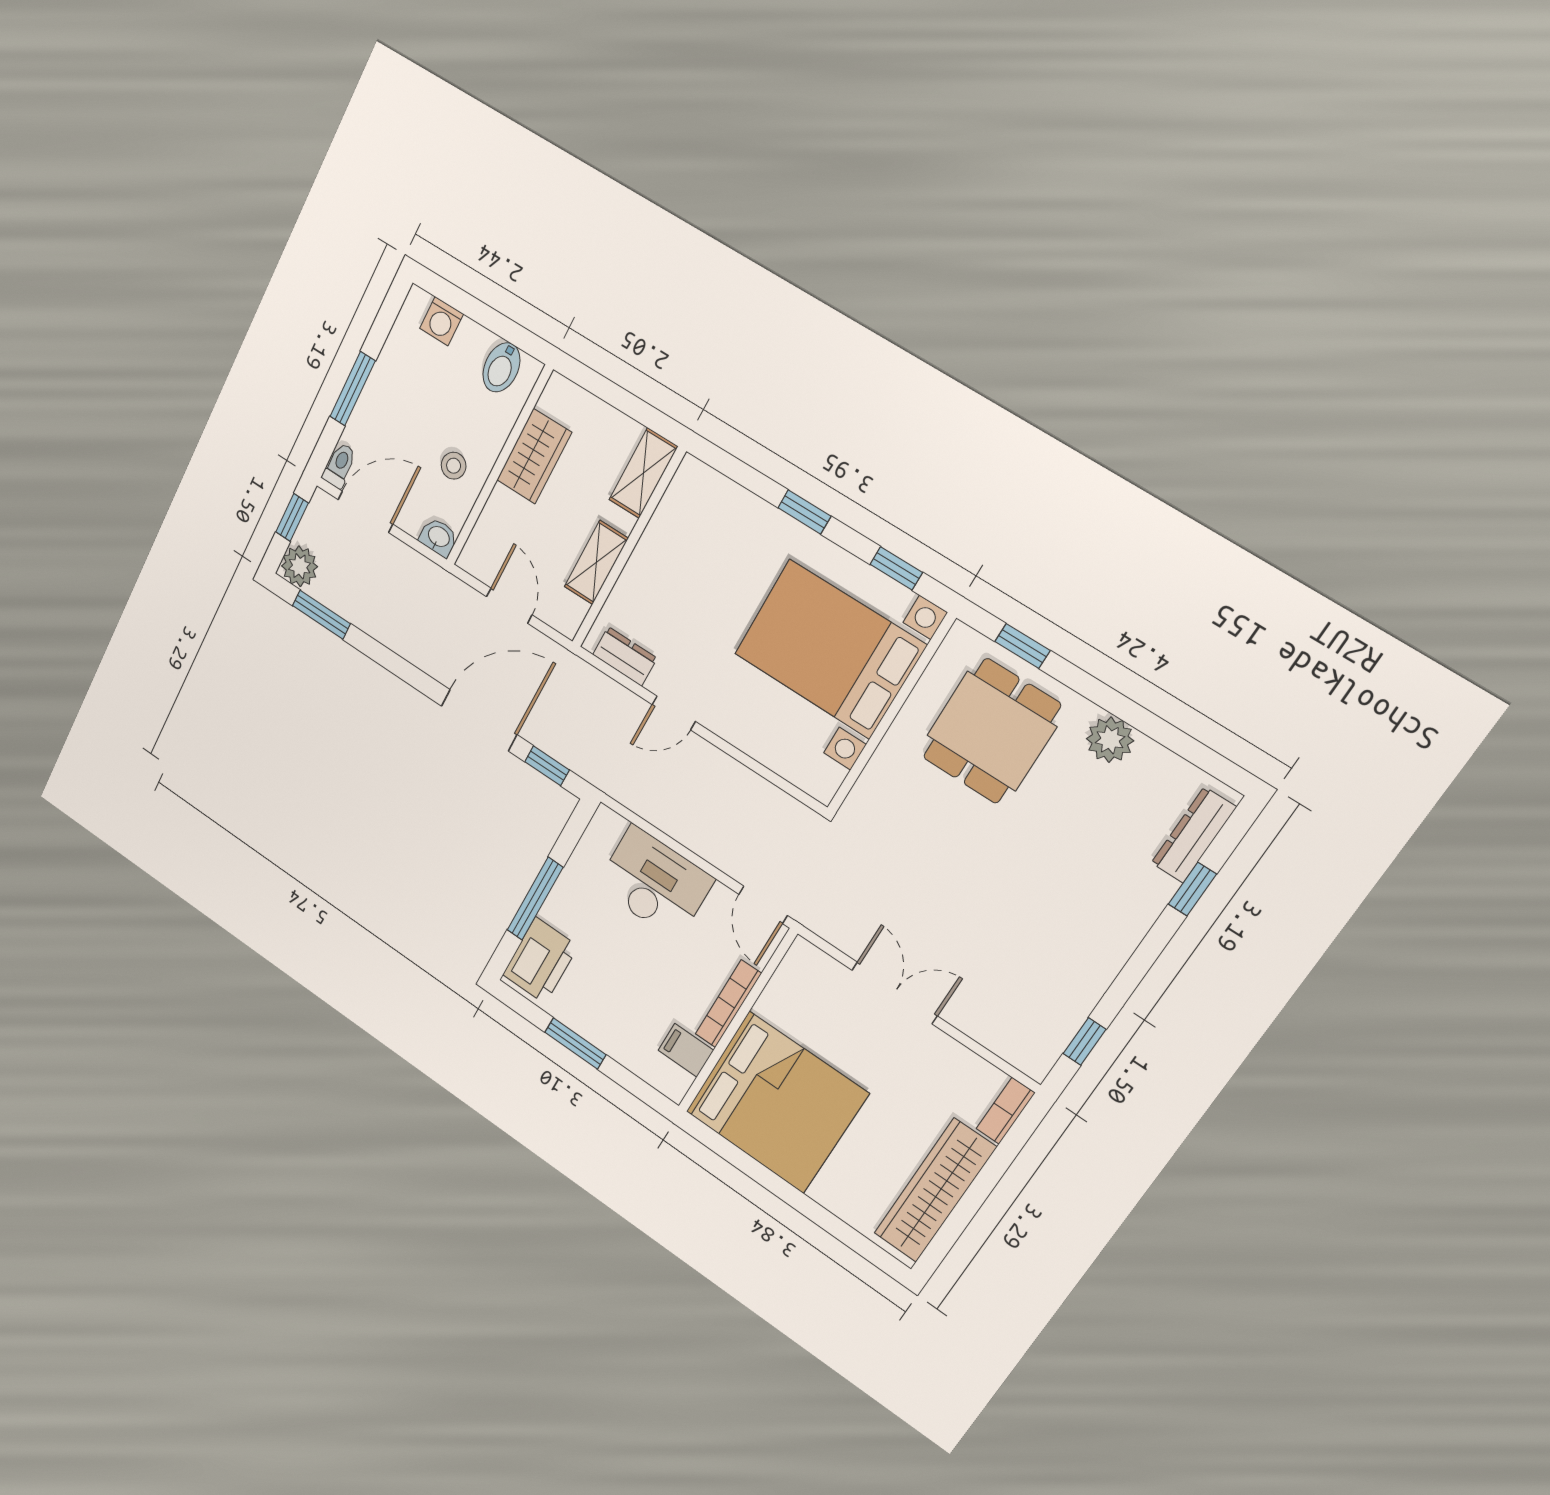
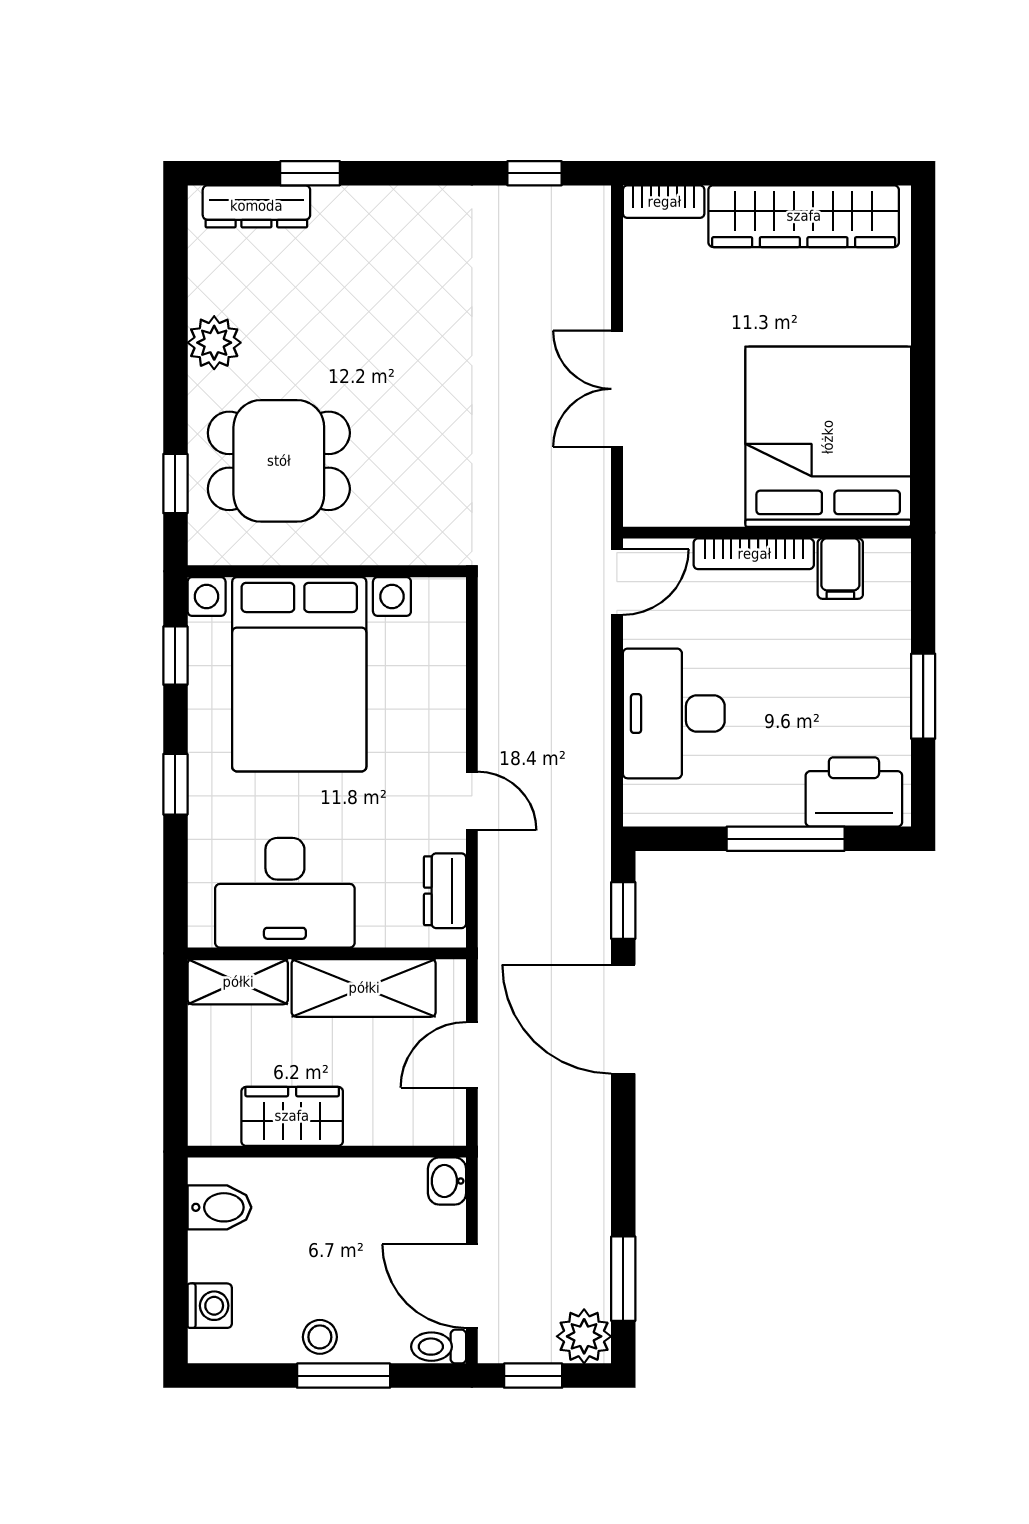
stool: (454, 466) -> (320, 1337), moved
desk: (685, 544) -> (285, 893), added
shelving: (596, 563) -> (364, 988), width x1.50, depth x1.33

